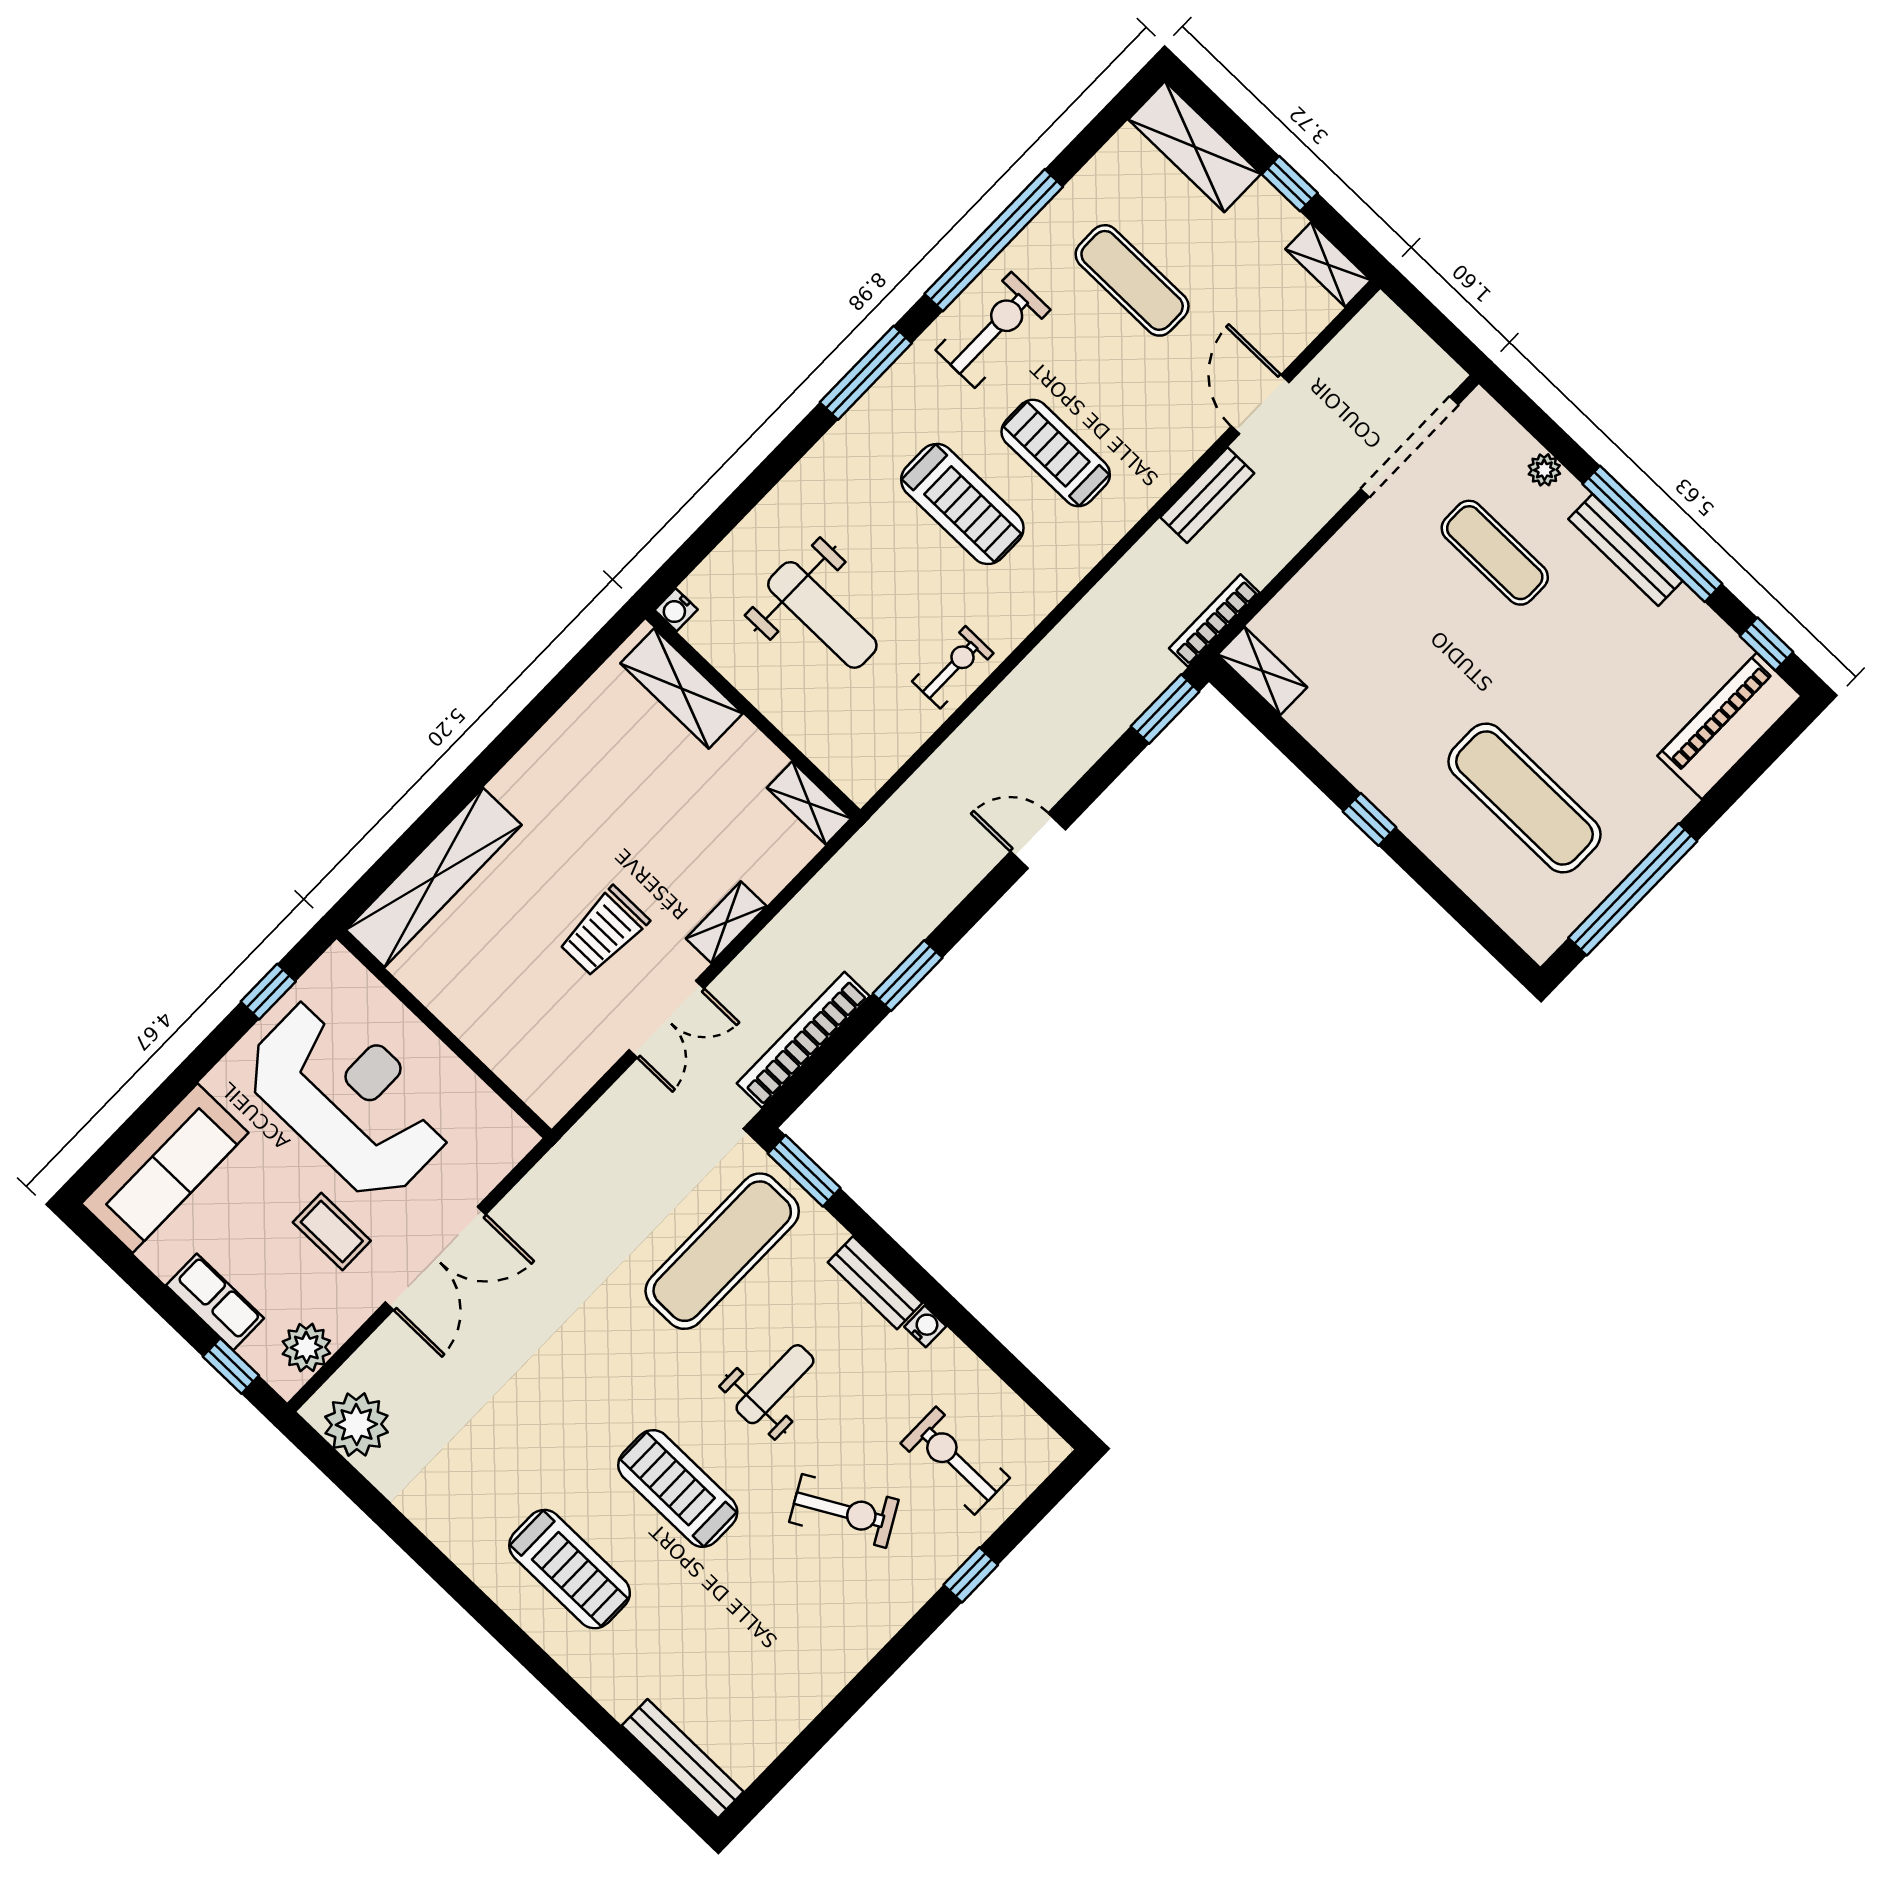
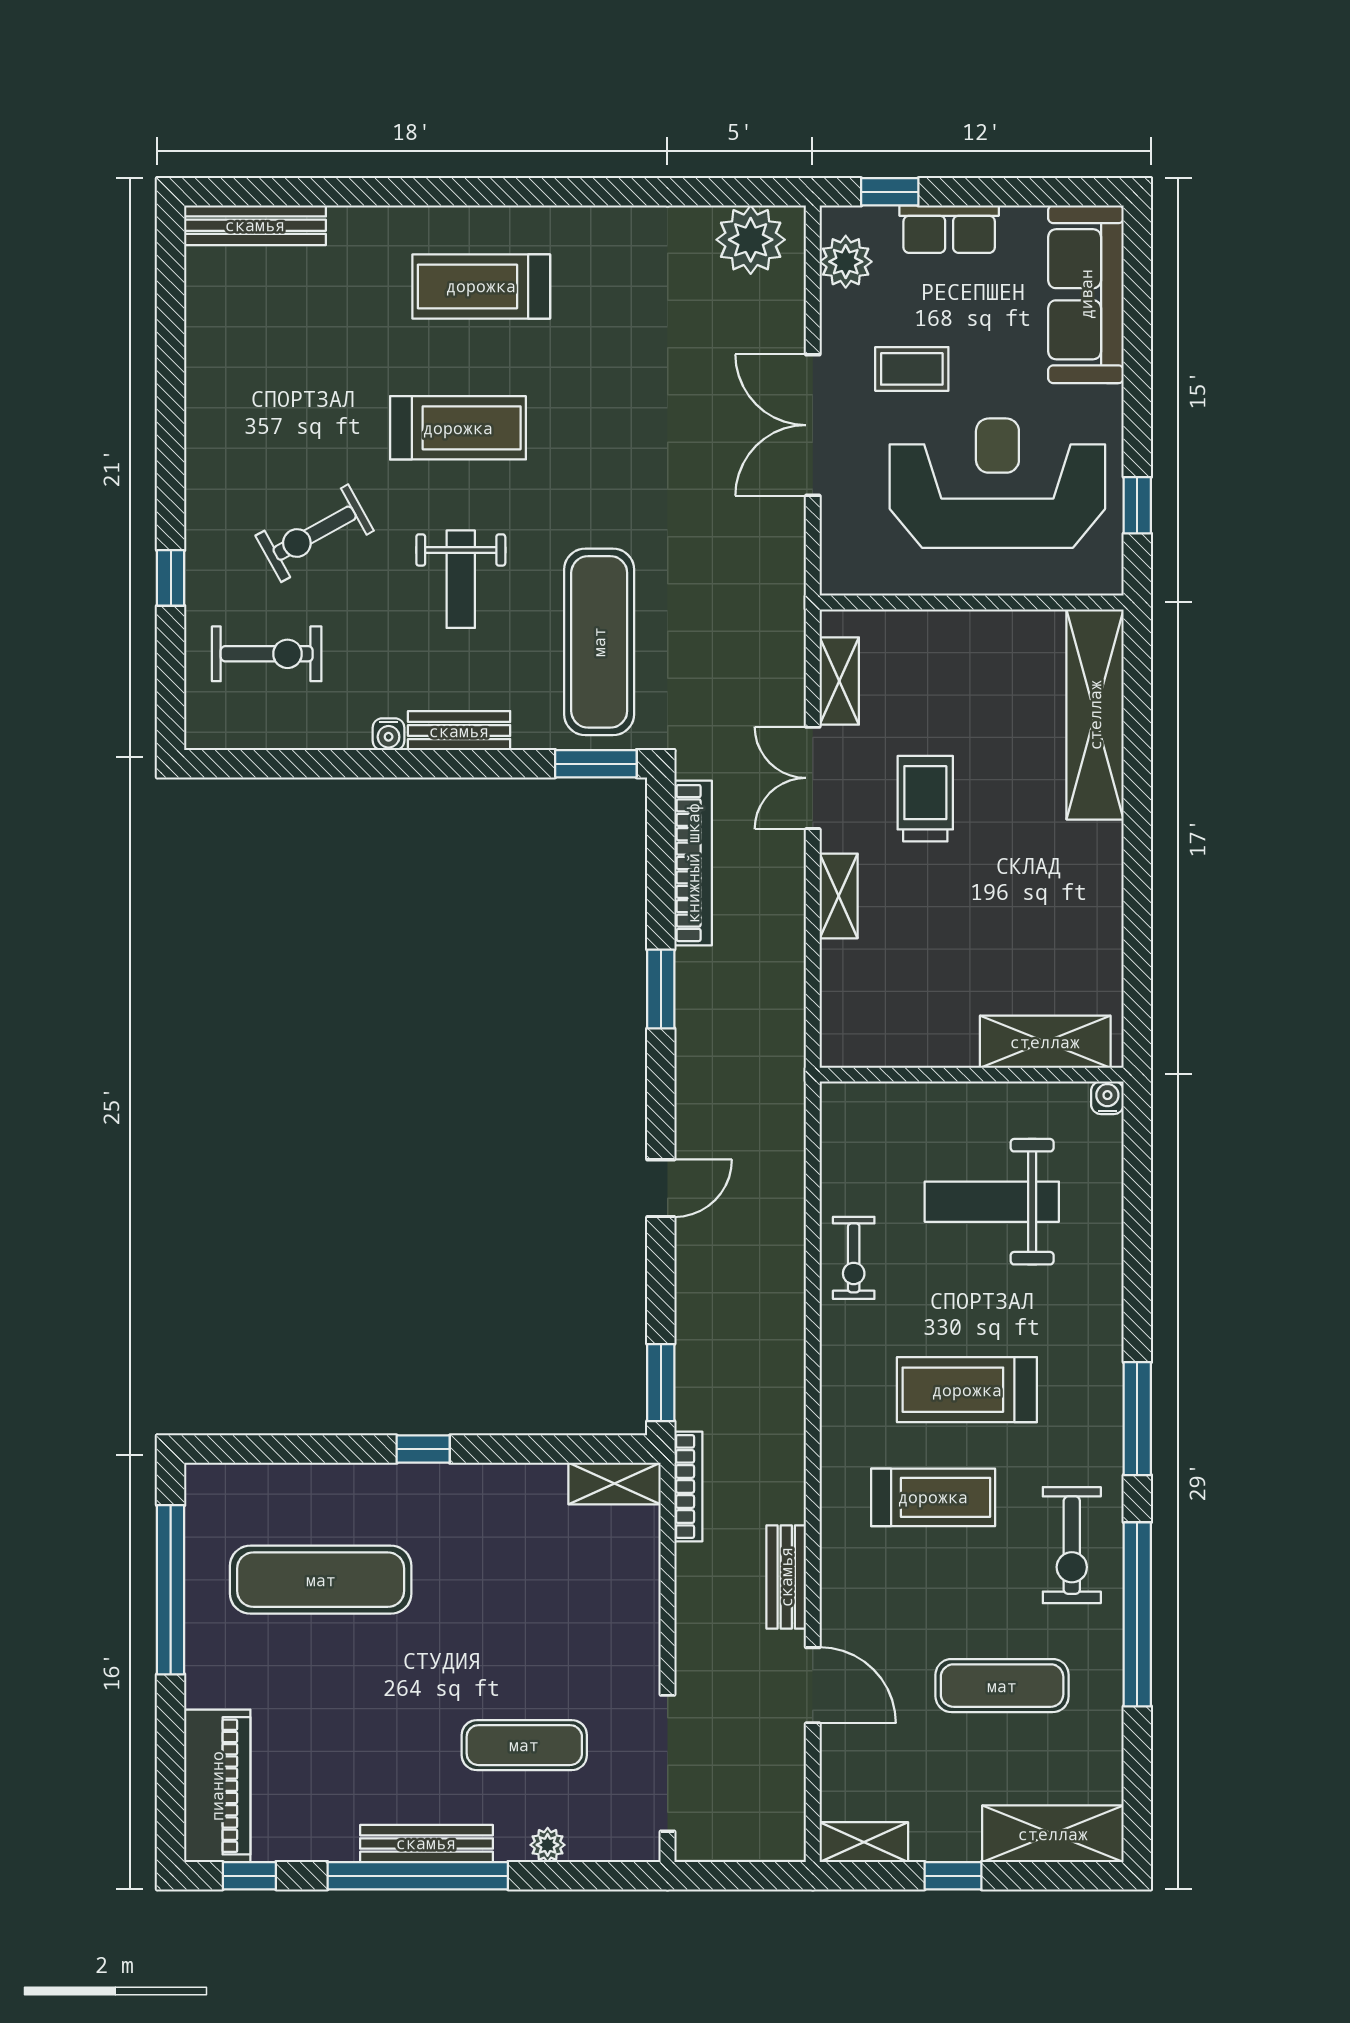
shelving: (809, 803) -> (839, 681), moved, turned 90
reception desk: (348, 1098) -> (997, 483), turned 180

